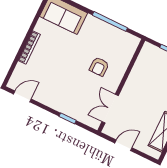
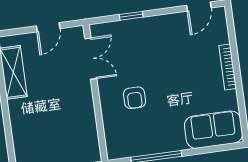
armchair: (99, 67) -> (135, 98), turned 180

